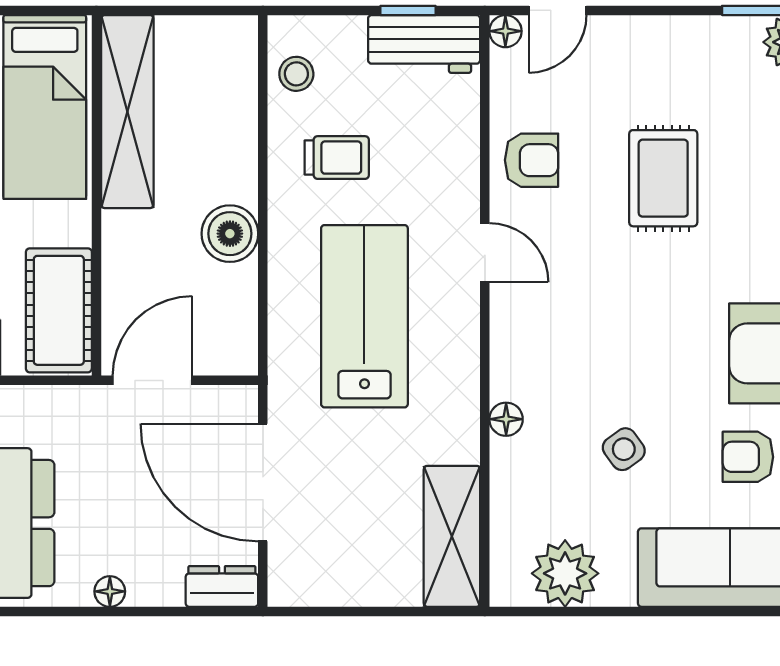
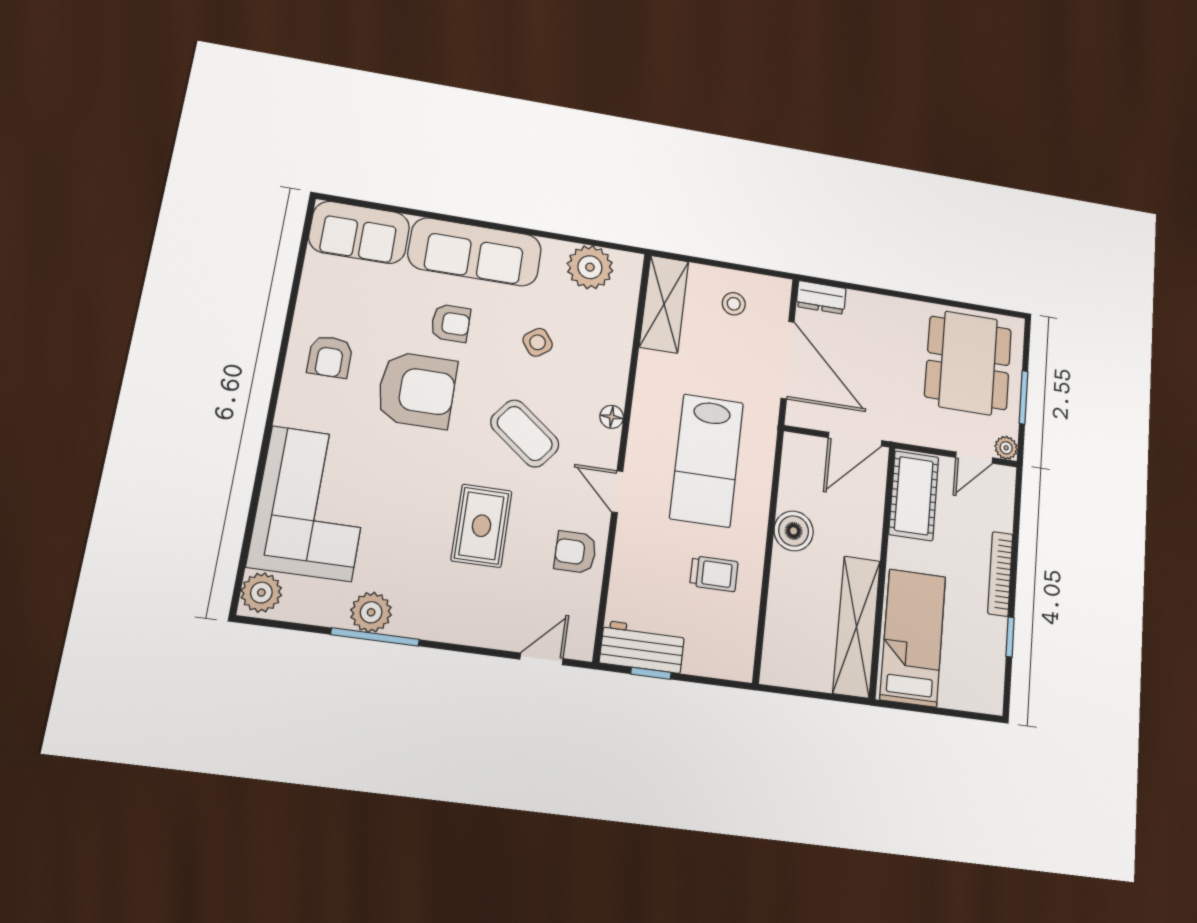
floor lamp: (505, 31) -> (582, 649), removed
stool: (296, 74) -> (734, 304), moved
trolley: (337, 158) -> (714, 574), turned 180
coffee table: (623, 315) -> (525, 433), added
floor lamp: (506, 419) -> (612, 417), moved
floor lamp: (110, 591) -> (895, 306), removed

